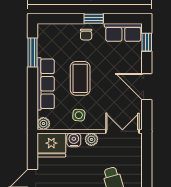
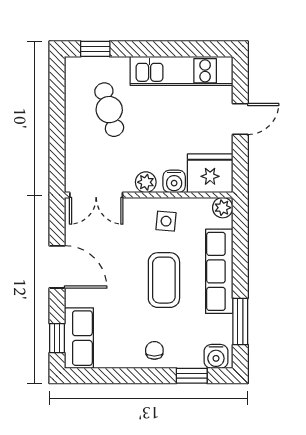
window: (94, 19) -> (192, 376), moved
water cooler: (48, 31) -> (216, 356), added
row of seats: (123, 32) -> (79, 338), moved, turned 90

